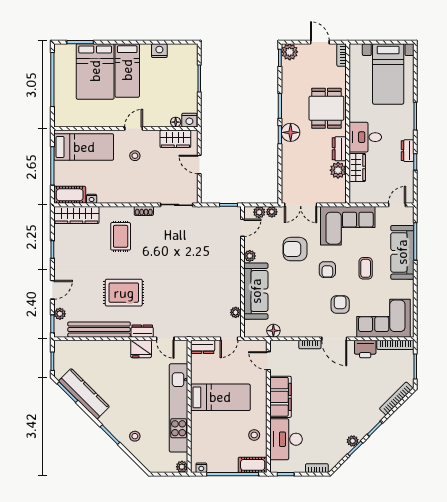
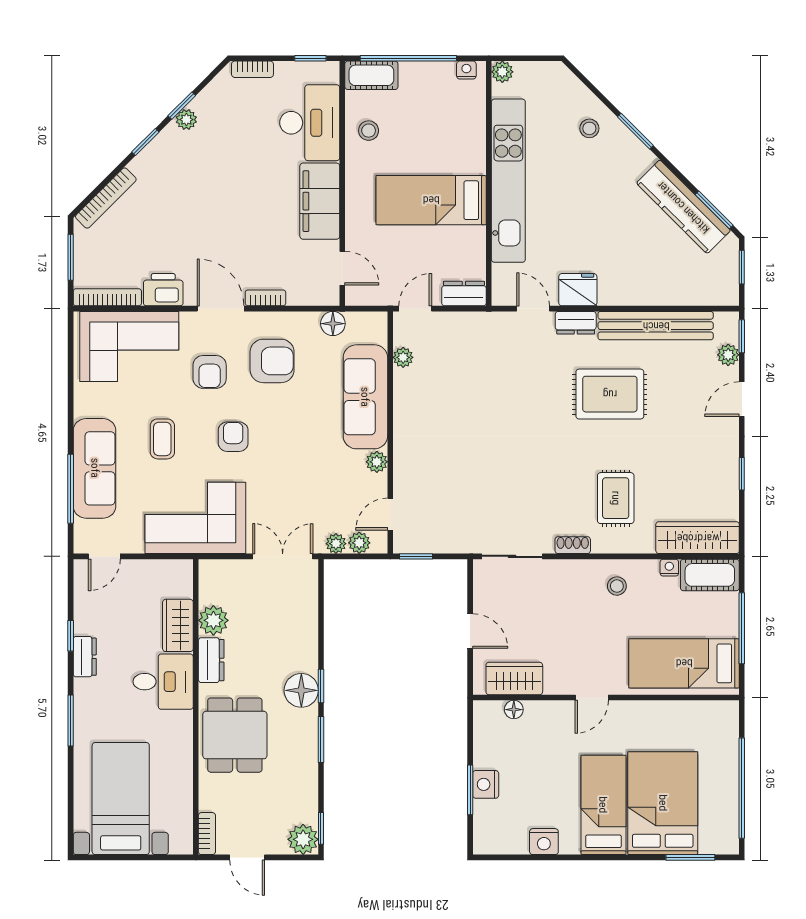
nightstand: (189, 120) -> (486, 784), moved, turned -90
stool: (135, 156) -> (617, 586), moved
armchair: (295, 249) -> (272, 361), moved

